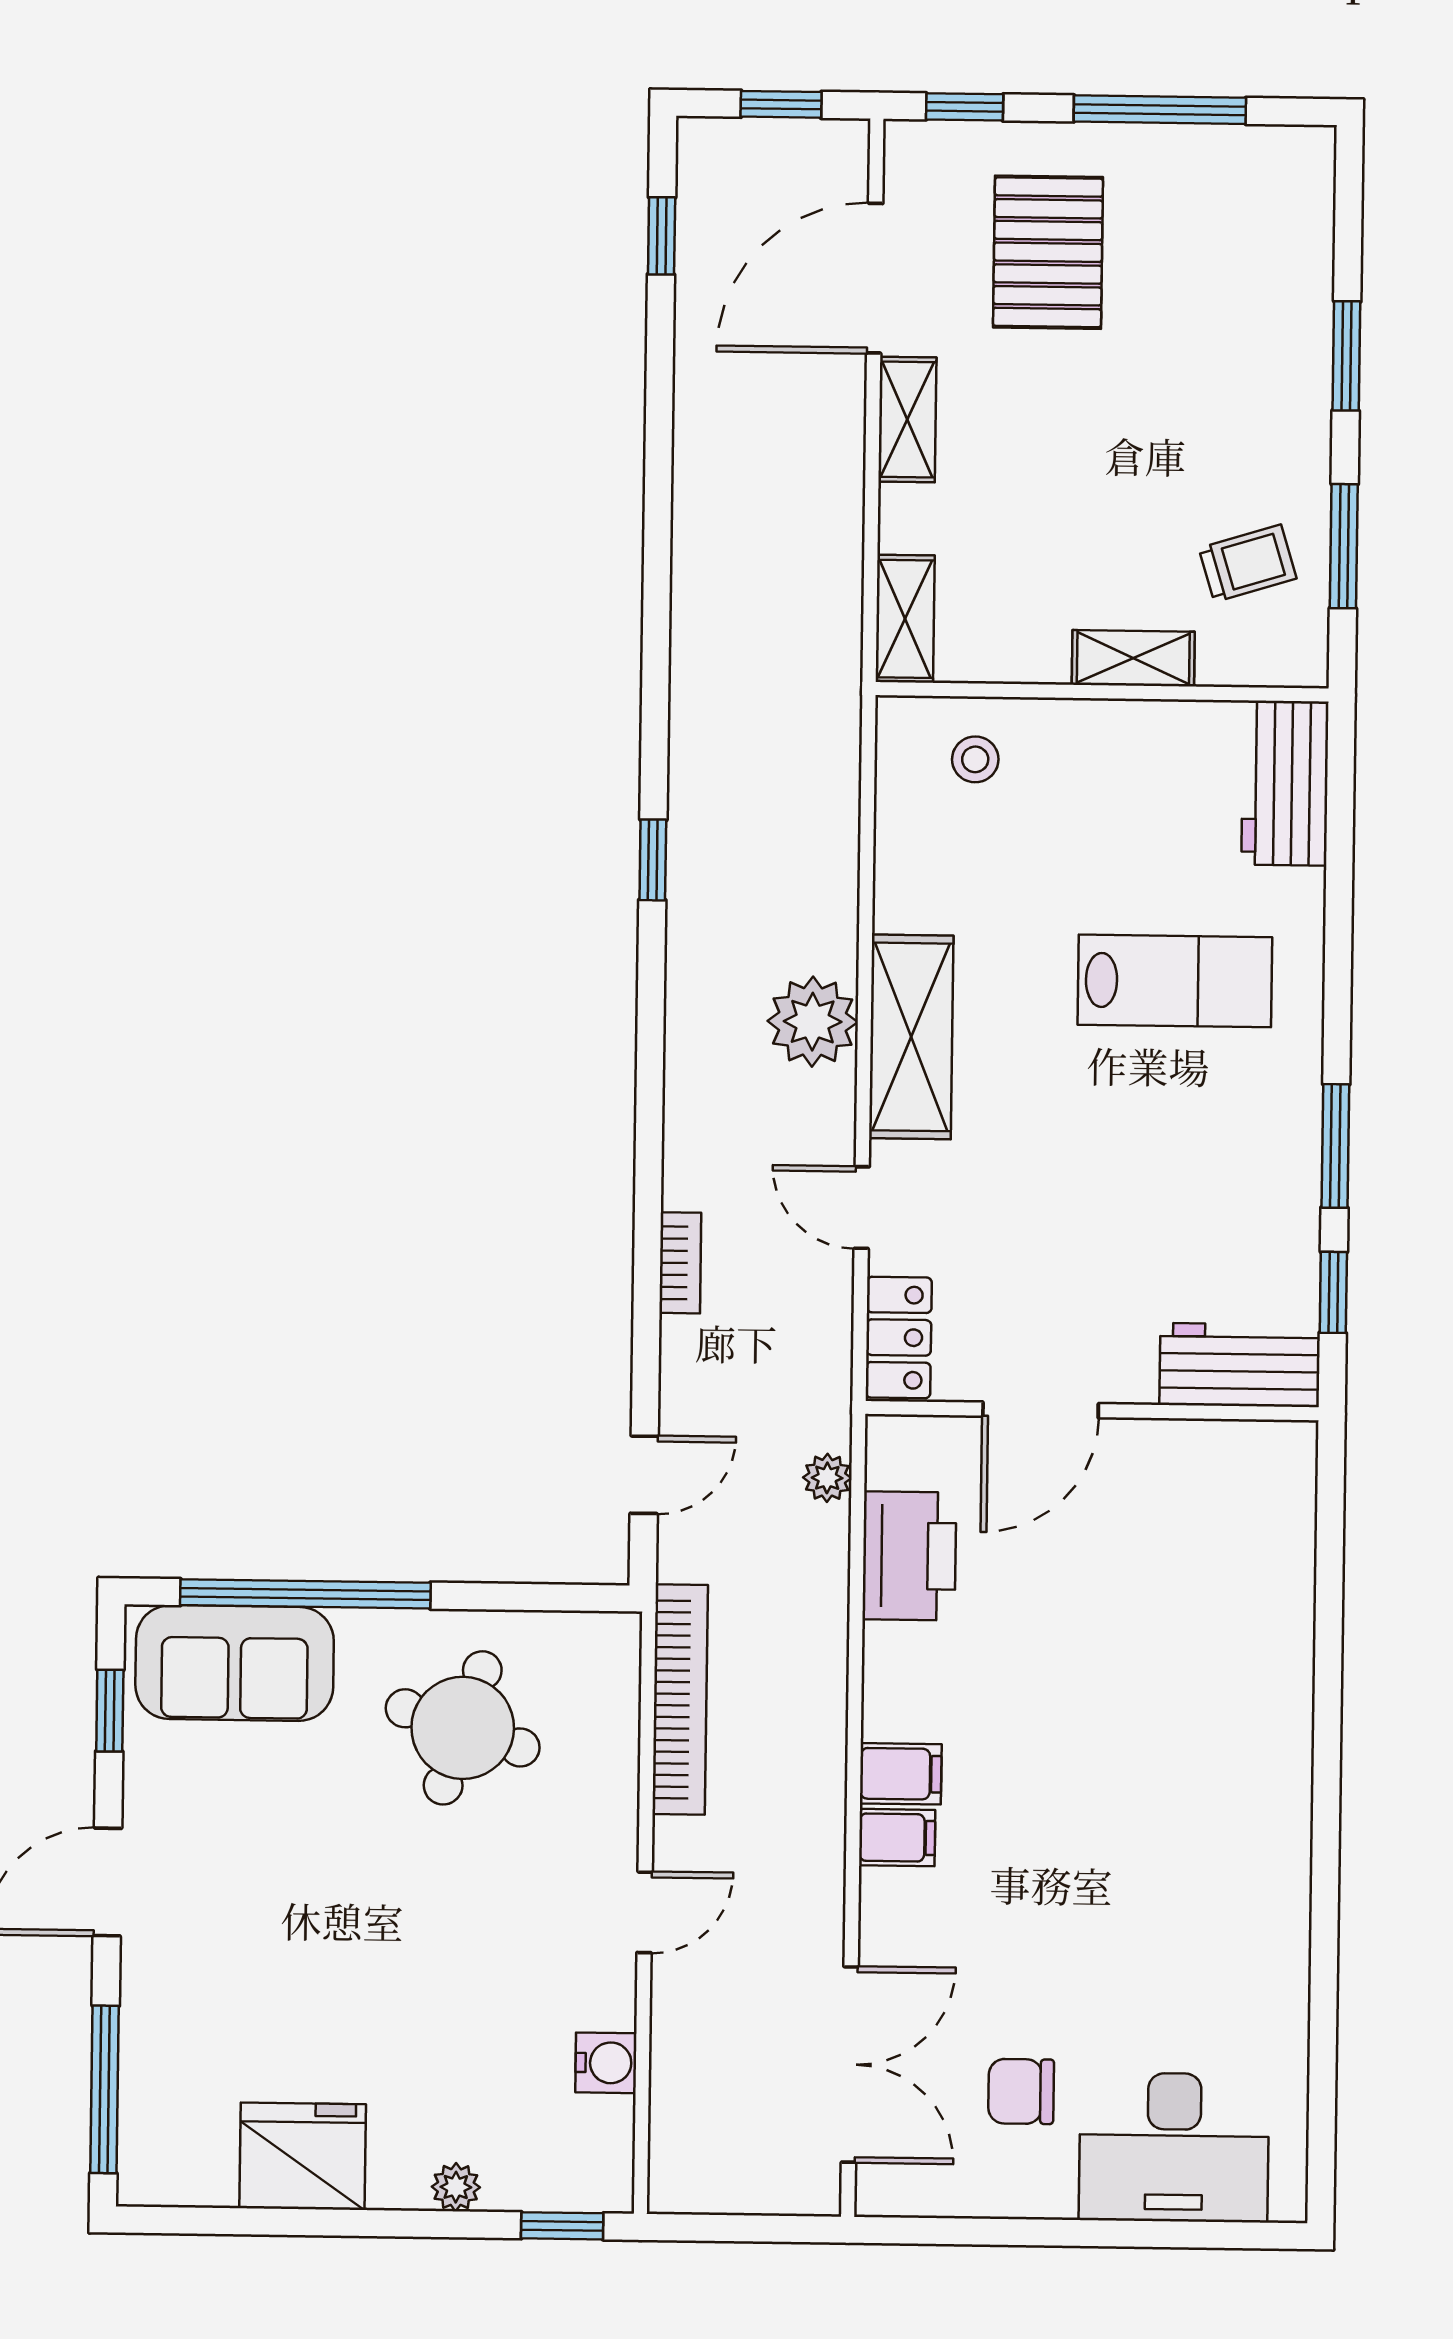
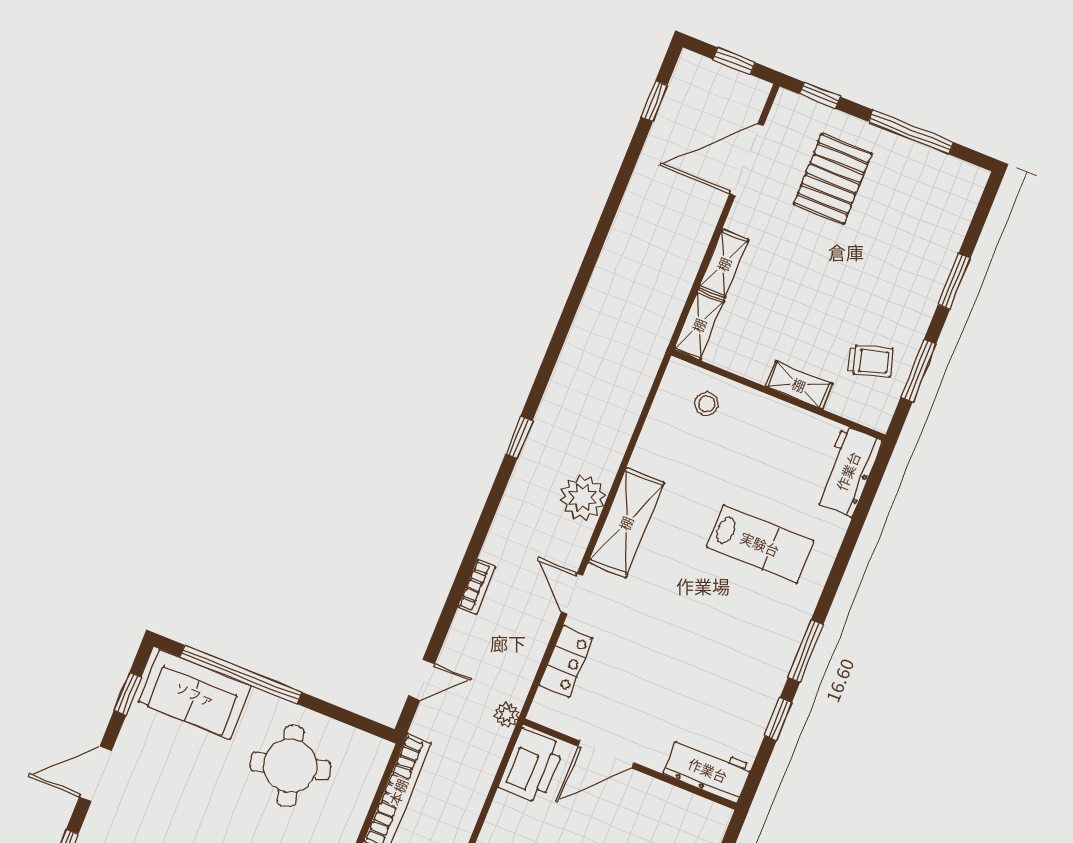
shelving: (907, 420) -> (724, 264), moved
window: (653, 860) -> (519, 437), moved
workbench: (1240, 1365) -> (708, 770), moved
door: (1041, 1410) -> (606, 755), moved
wall: (1092, 1411) -> (630, 764), moved
round table: (463, 1728) -> (290, 766), turned -33

